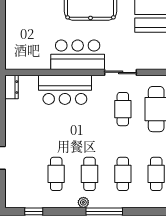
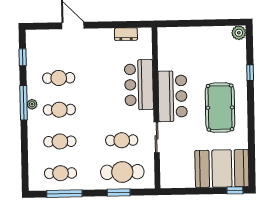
dresser: (12, 87) -> (126, 34), moved
window: (104, 211) -> (24, 103), moved

